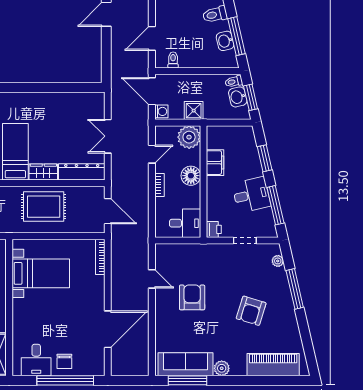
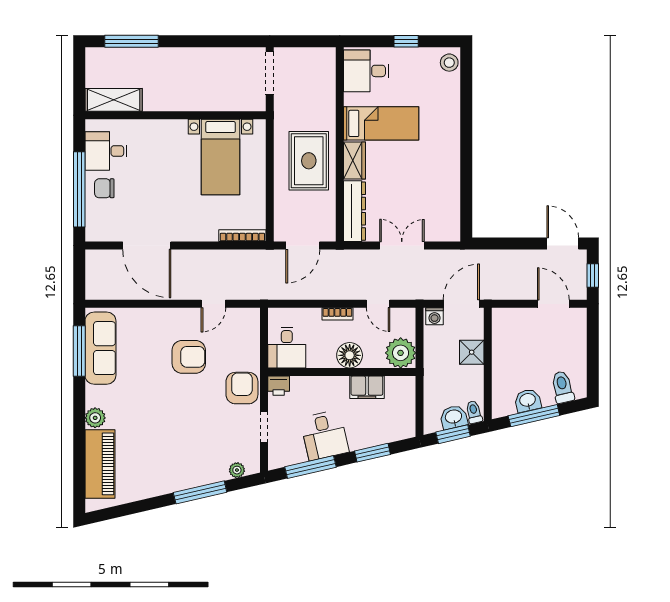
door: (152, 38) -> (553, 304), moved
toilet: (173, 60) -> (502, 332), removed
shower: (194, 111) -> (472, 352), moved
armchair: (251, 311) -> (242, 388), moved, turned 73
plant: (222, 368) -> (95, 418), moved

